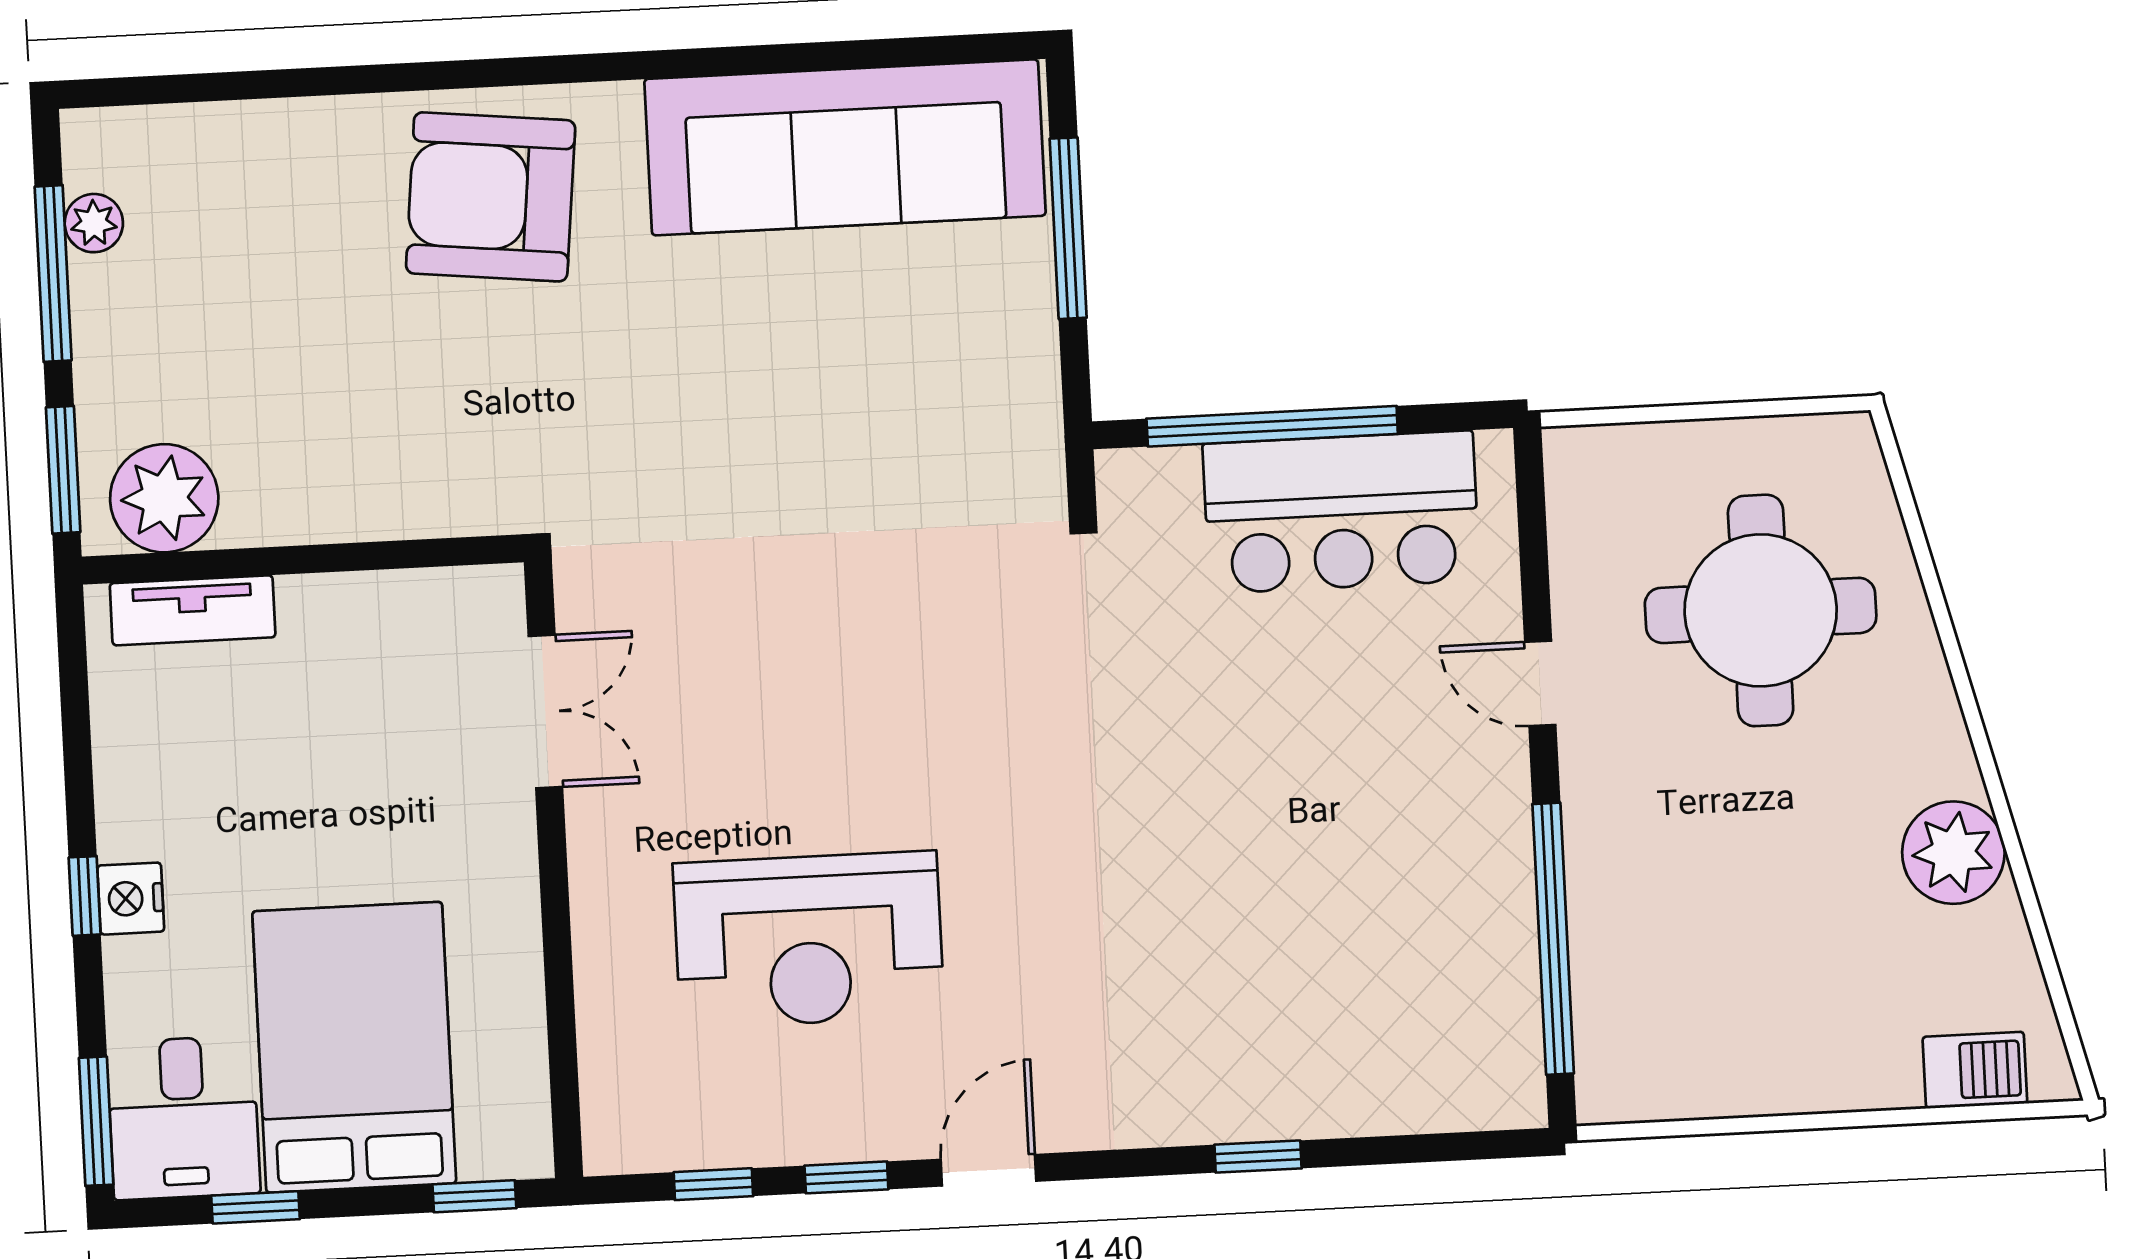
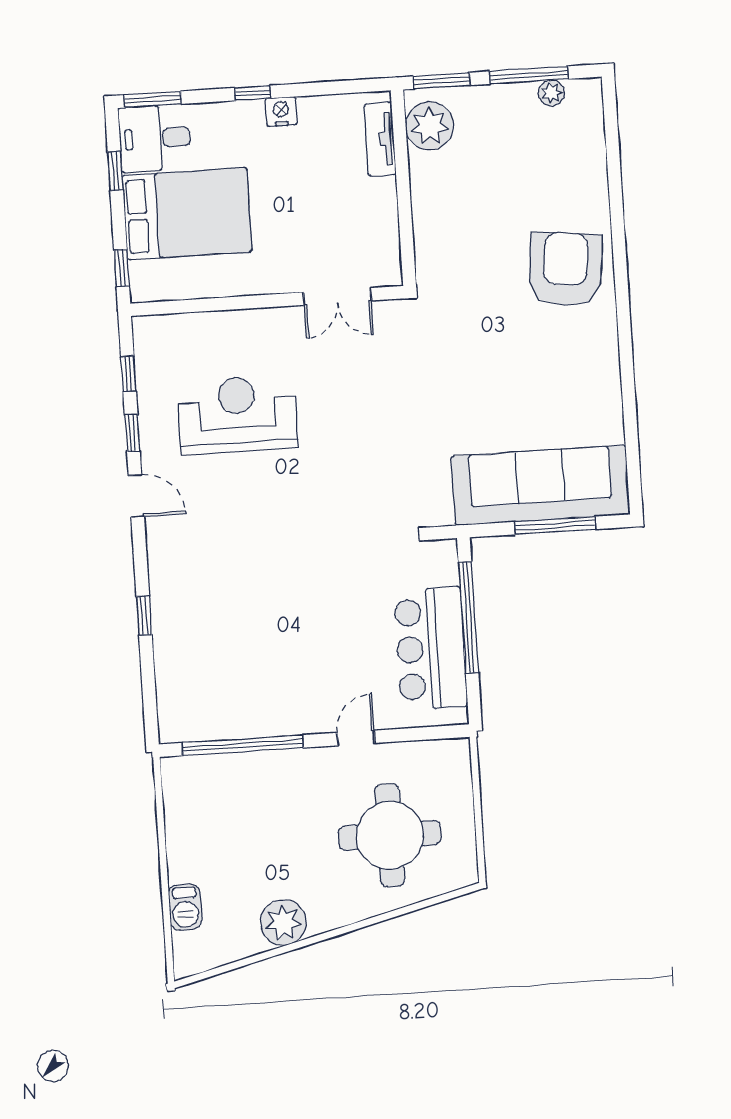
sofa: (845, 147) -> (541, 485), moved, turned 90
nightstand: (131, 899) -> (281, 112), moved
reception desk: (809, 940) -> (238, 415), turned 90
barbecue: (1975, 1070) -> (185, 907), moved

